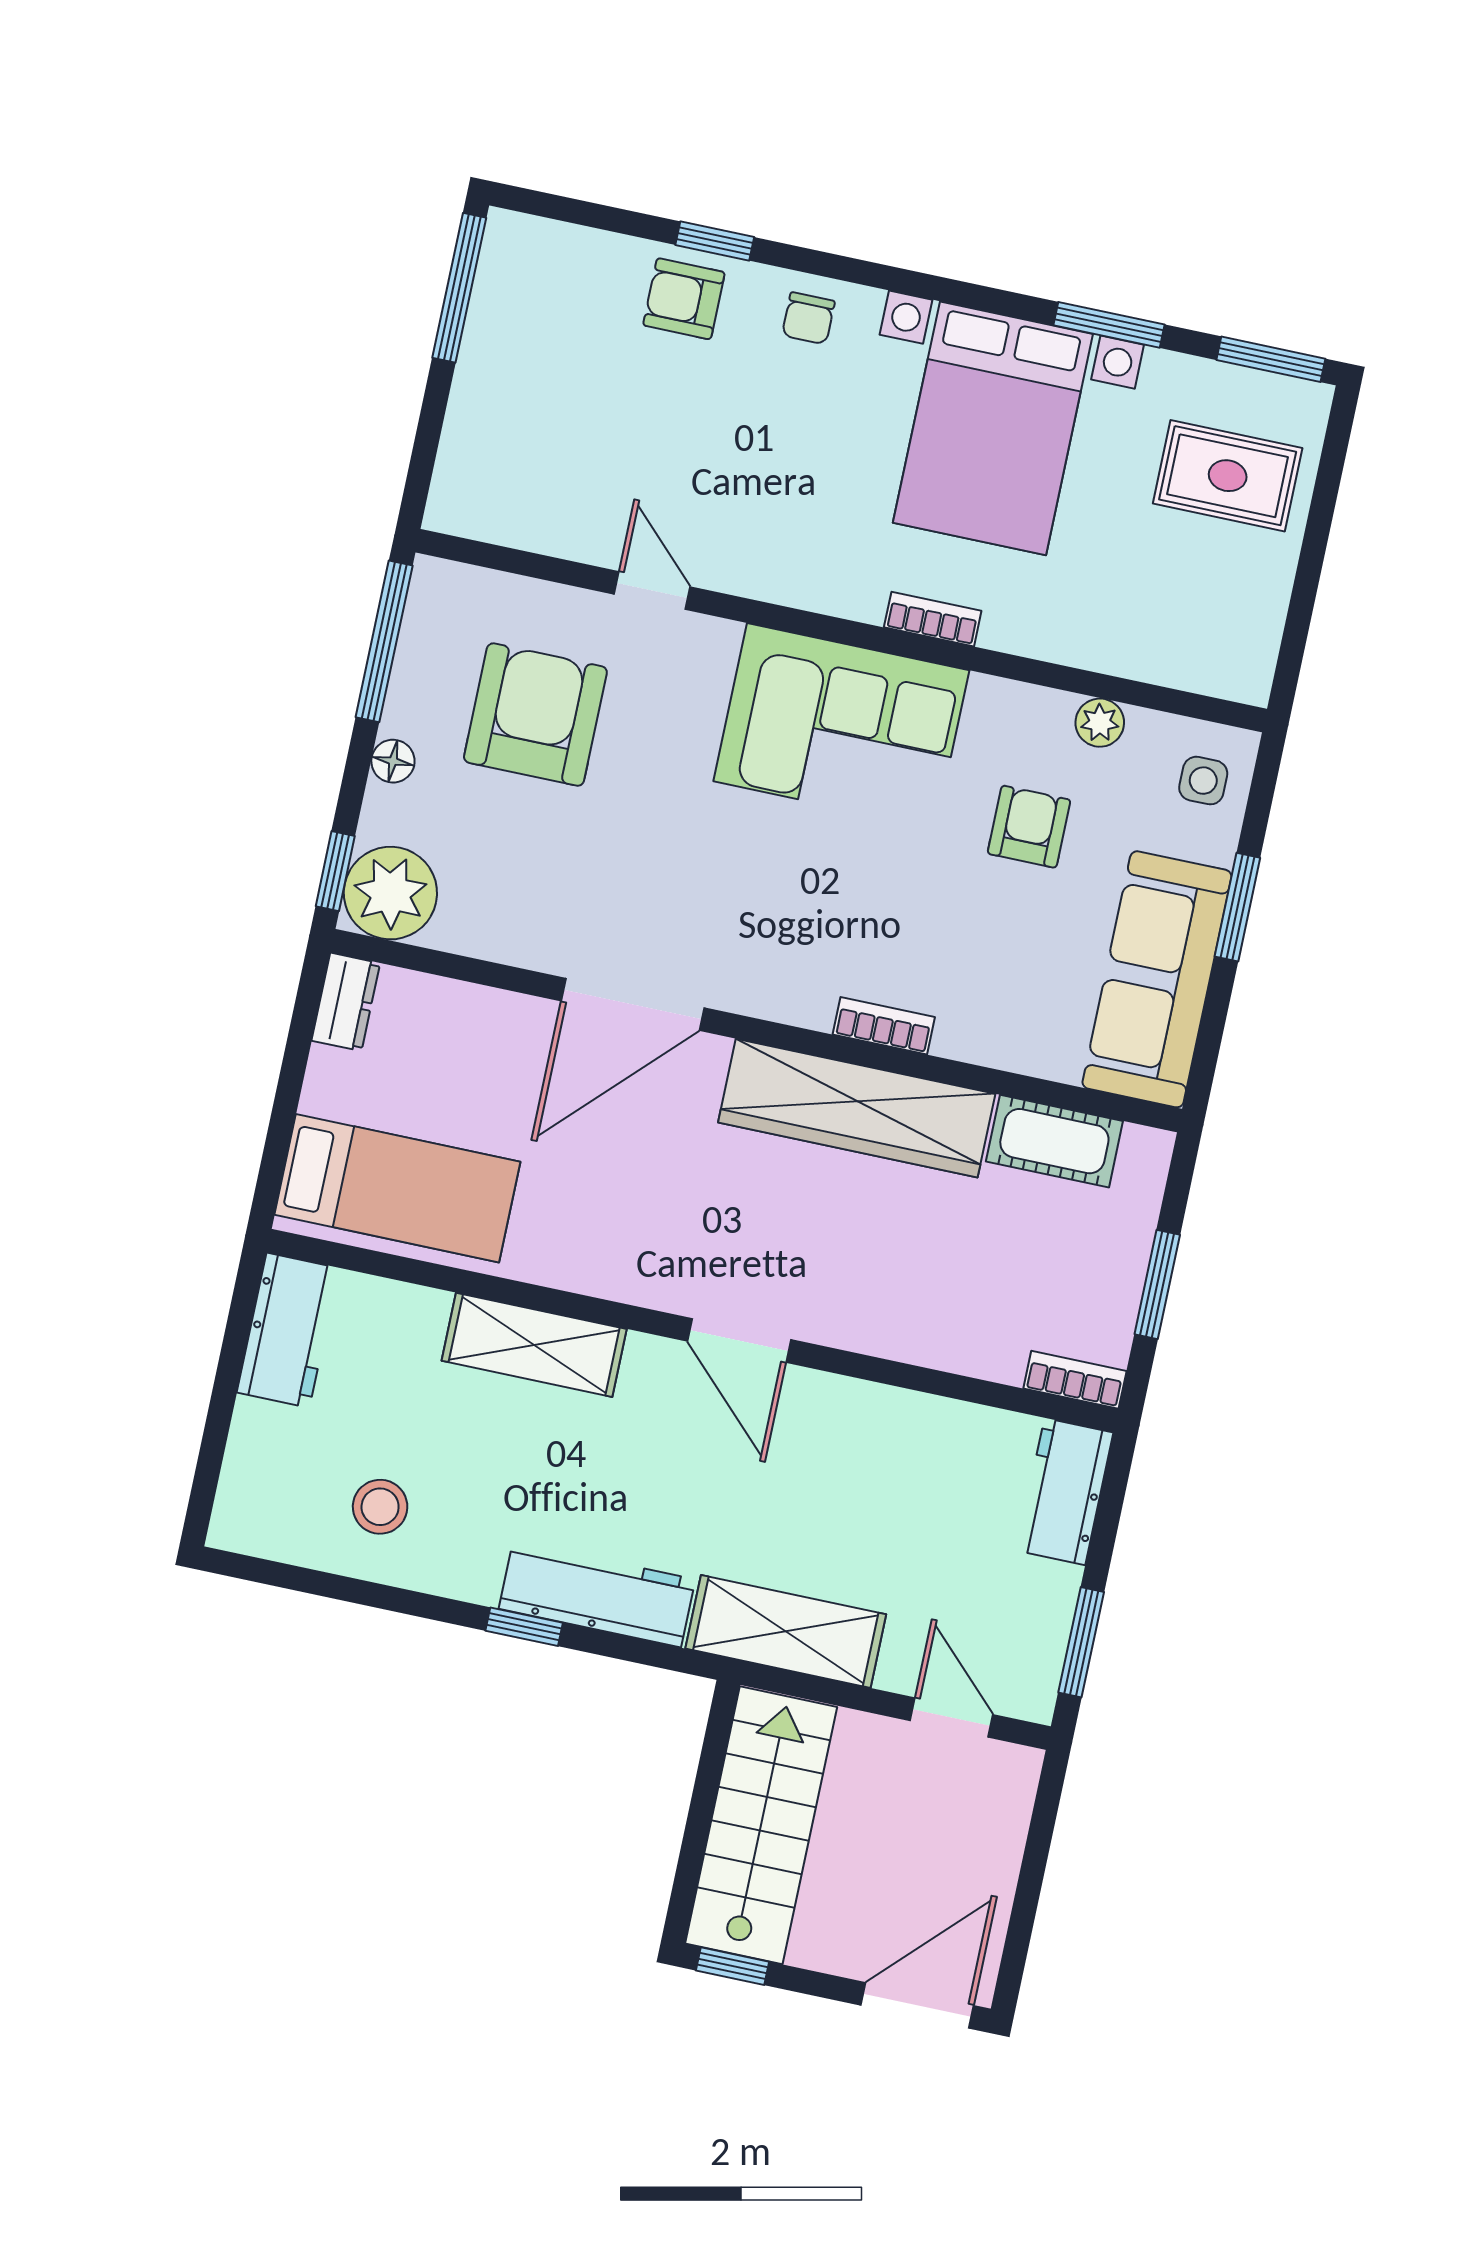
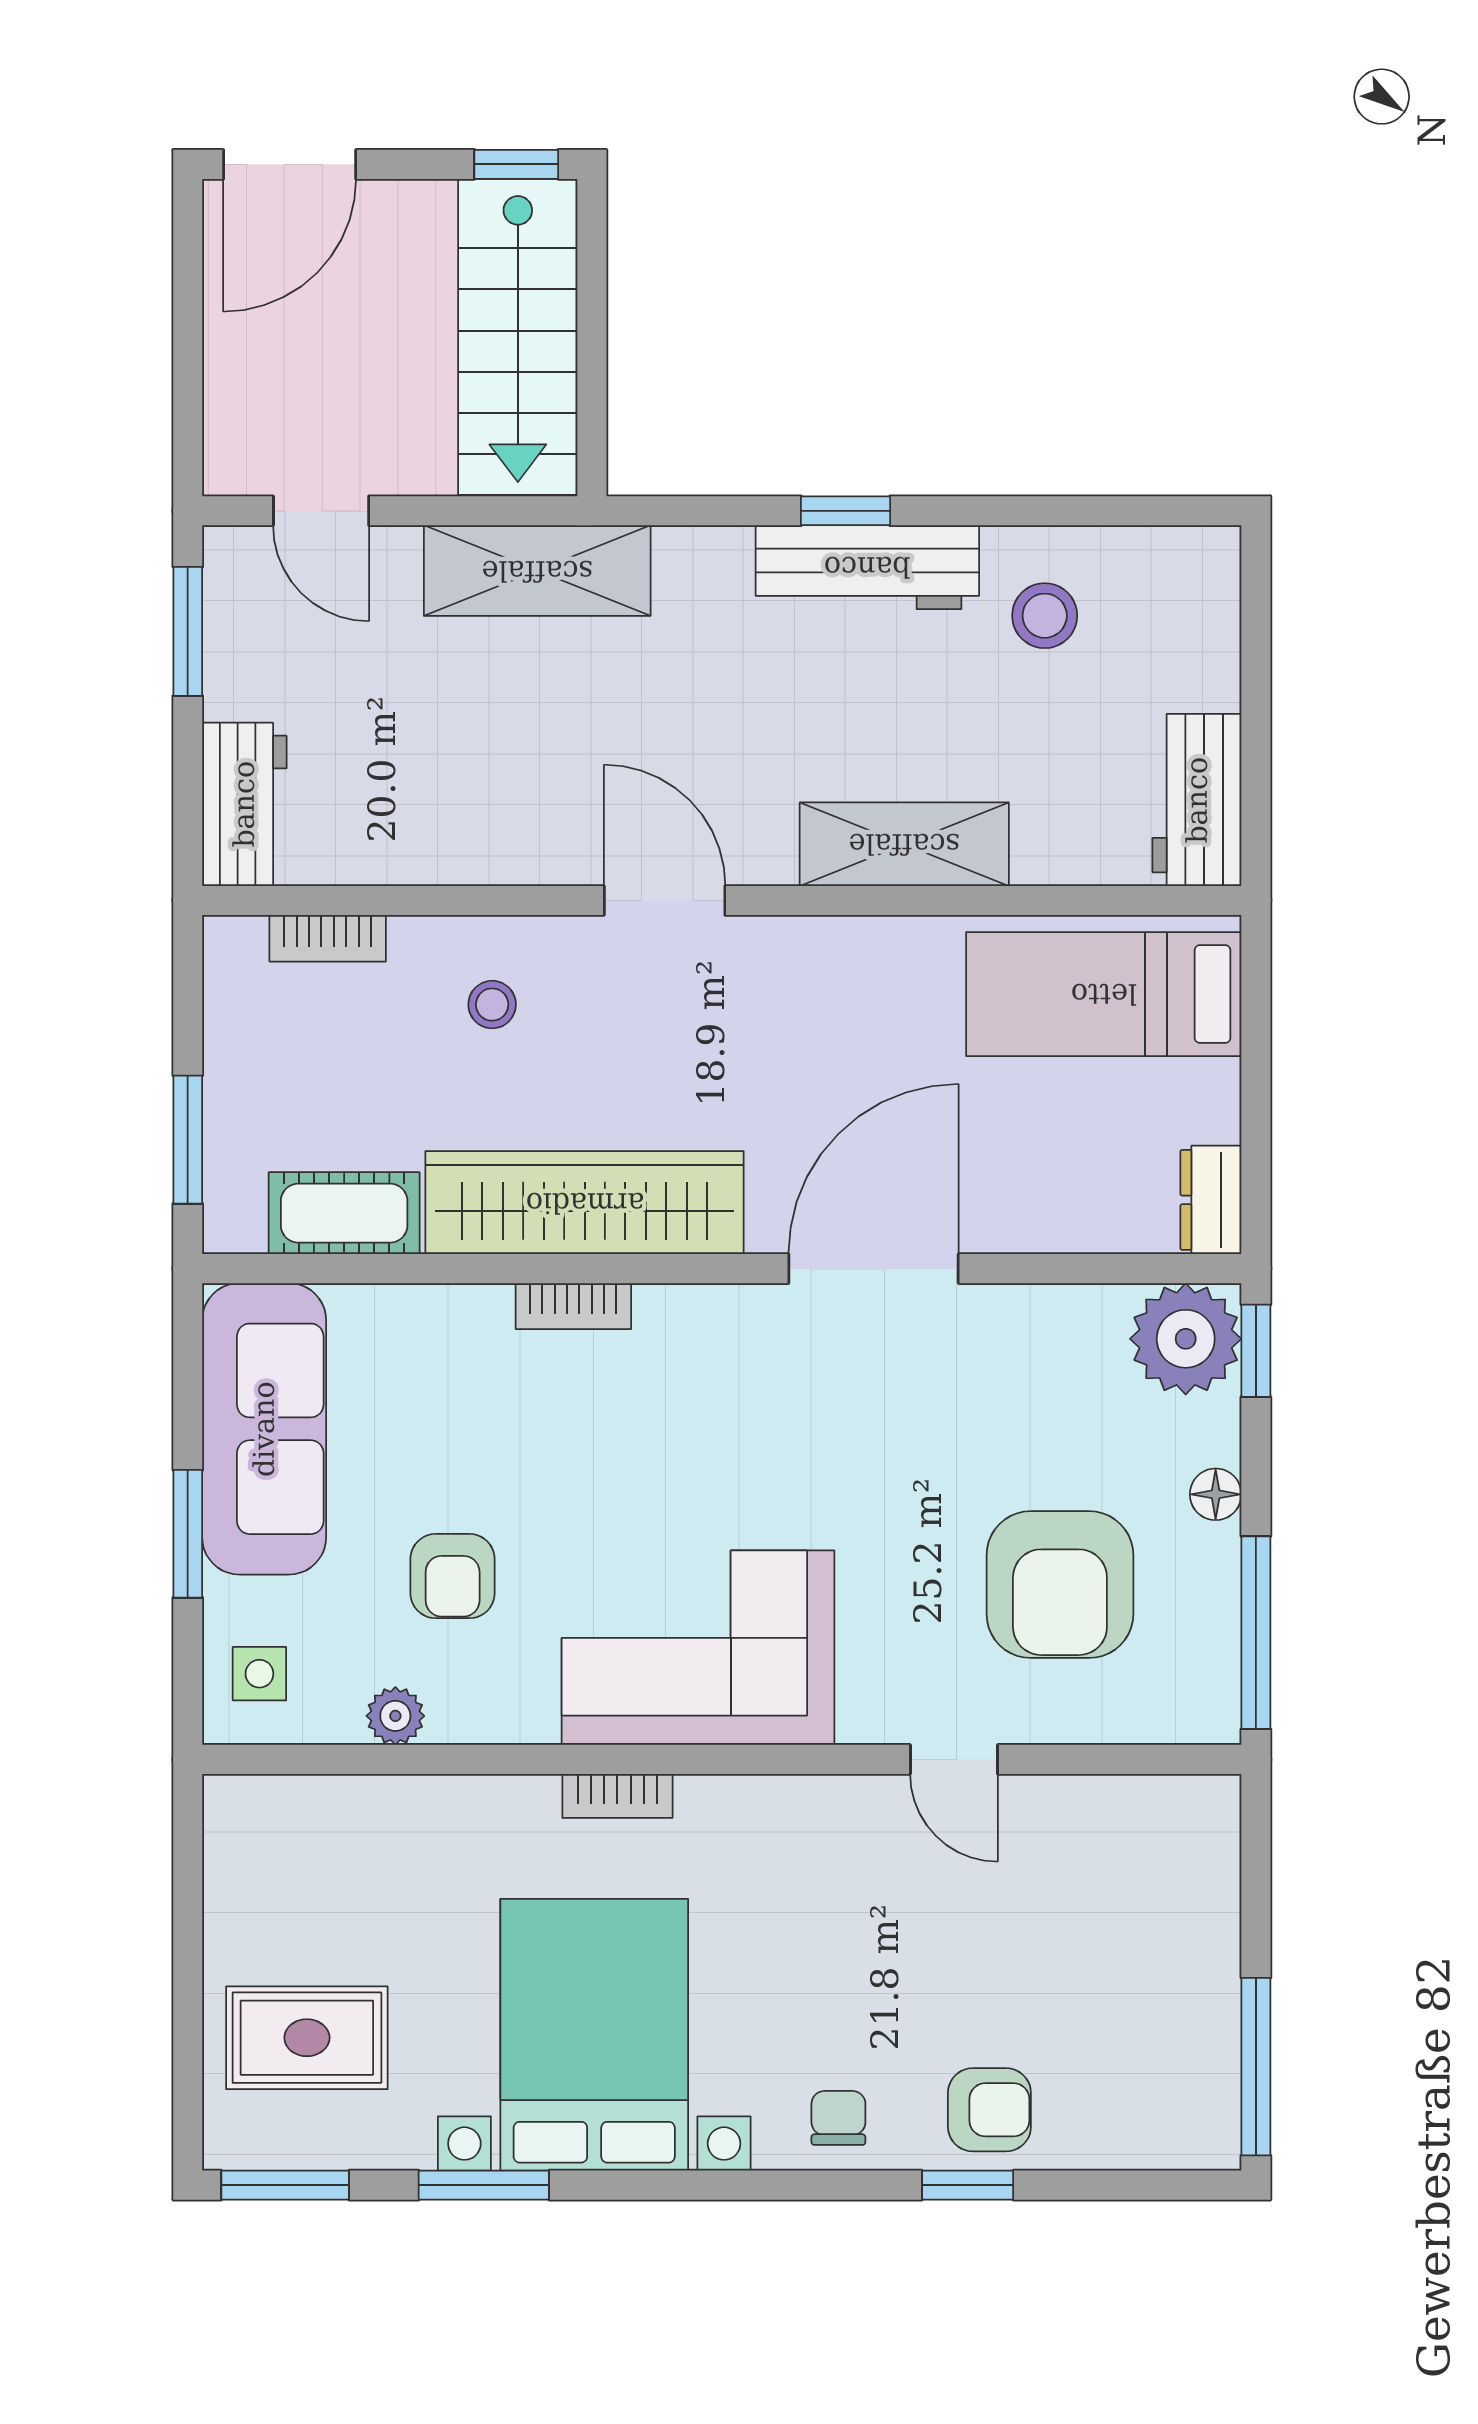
window: (1157, 1285) -> (188, 1140), moved
stool: (898, 1286) -> (492, 1005), added
bookcase: (1075, 1380) -> (328, 938), moved
workbench: (597, 1594) -> (867, 567), moved

